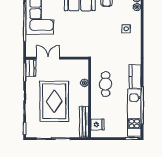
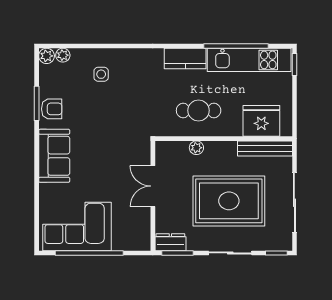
double door: (48, 58) -> (153, 186), moved
fridge: (97, 125) -> (261, 121), width x1.88, depth x1.34

